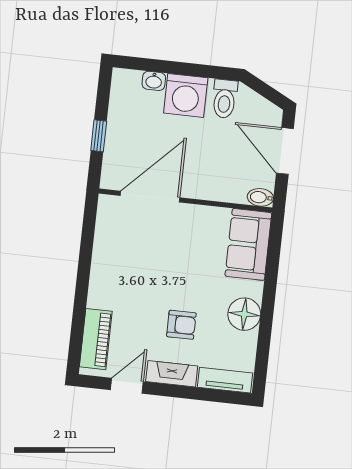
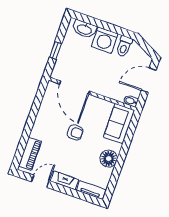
washbasin: (154, 81) -> (84, 29), width x1.91, depth x1.45
door: (285, 151) -> (149, 80), hinge flipped
door: (150, 197) -> (74, 87), swing flipped
armchair: (181, 325) -> (75, 132), moved

